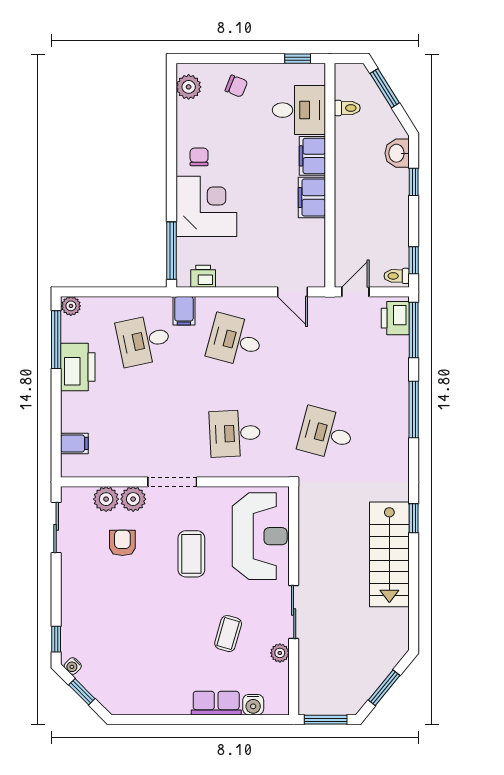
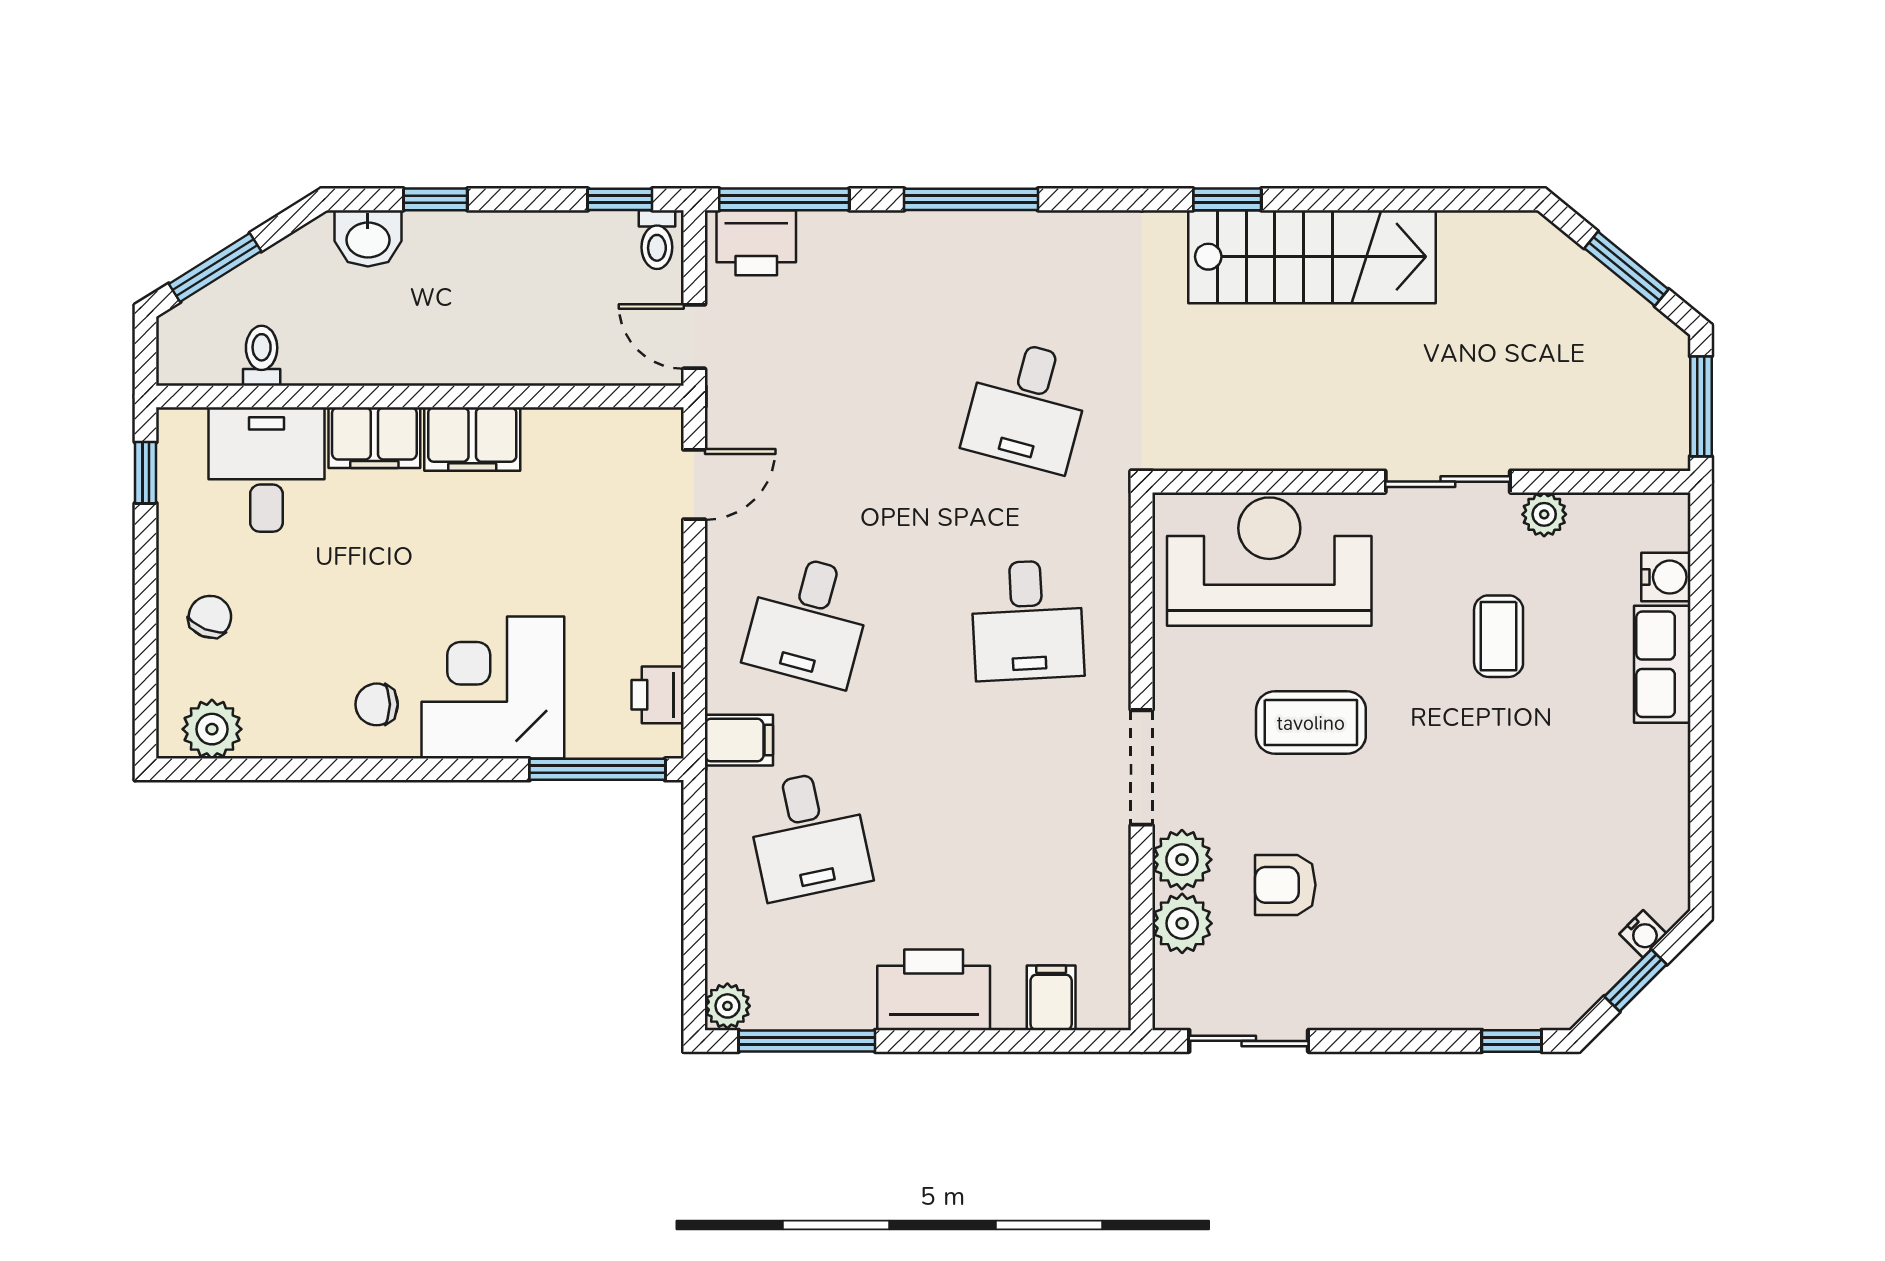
printer: (78, 367) -> (934, 990), moved
coffee table: (228, 634) -> (1499, 636), turned 74
water cooler: (73, 666) -> (1643, 934), moved

